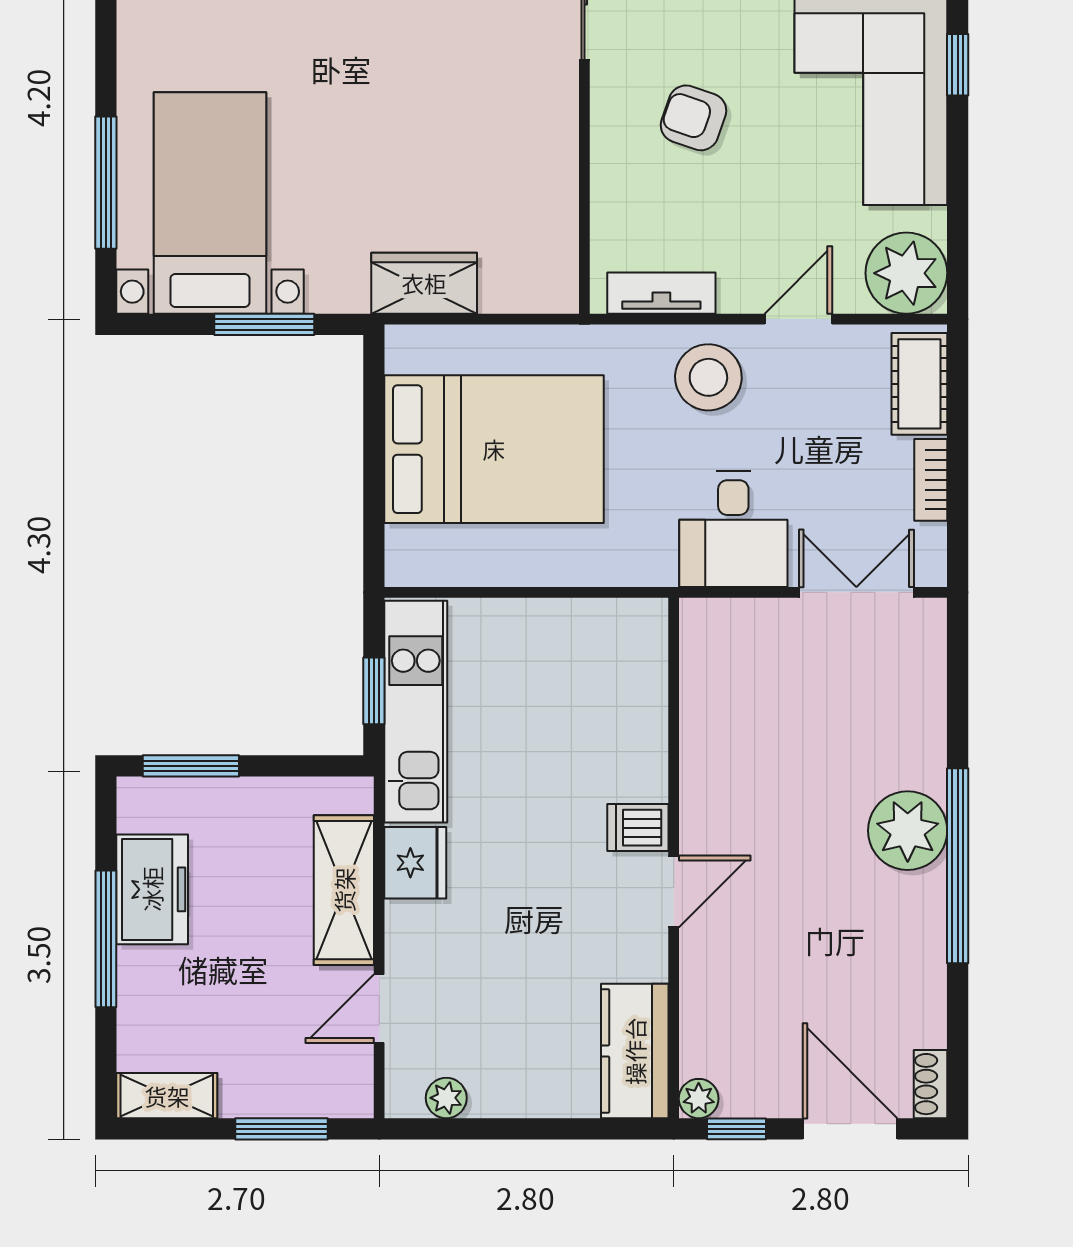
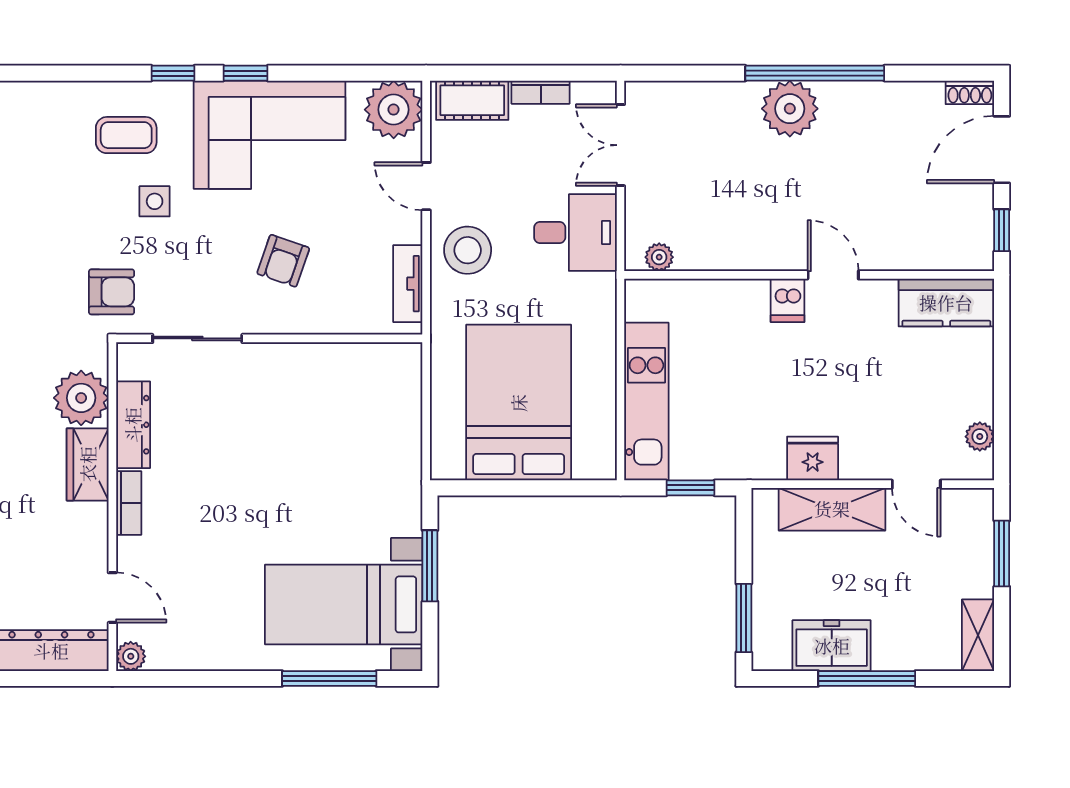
wardrobe: (424, 283) -> (401, 452), removed
kitchen unit: (416, 712) -> (646, 402), moved, turned 90
plant: (699, 1099) -> (659, 257), moved

